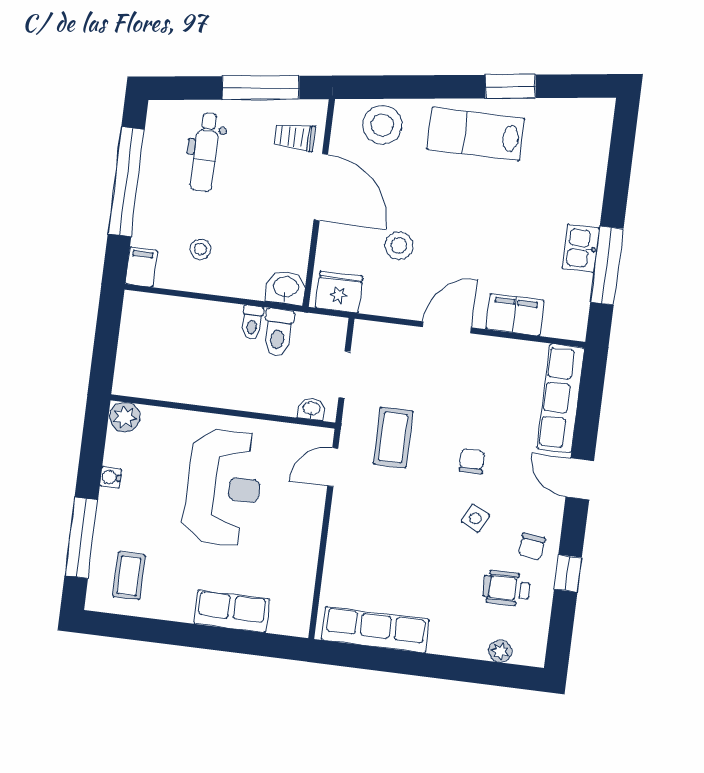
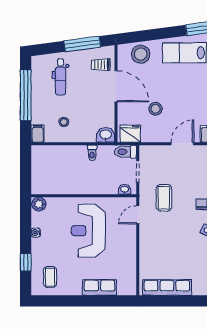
toilet: (278, 333) -> (125, 152), moved, turned 90
reception desk: (223, 487) -> (88, 231), turned 180
window: (81, 538) -> (26, 262), width x0.46

